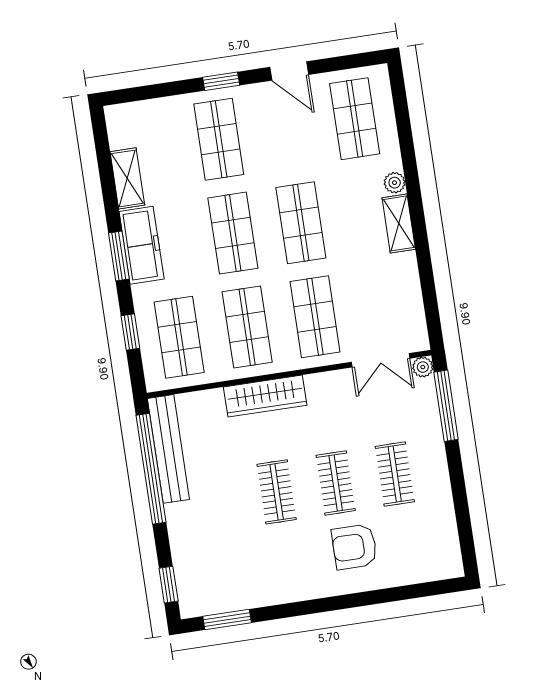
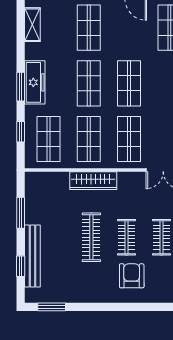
shelving: (127, 178) -> (32, 25), moved
bench: (168, 449) -> (32, 256), moved
window: (151, 469) -> (21, 213), width x0.47
clothes rail: (277, 492) -> (91, 237), width x1.36
armchair: (354, 547) -> (132, 276), turned 90
window: (169, 585) -> (21, 266), moved

